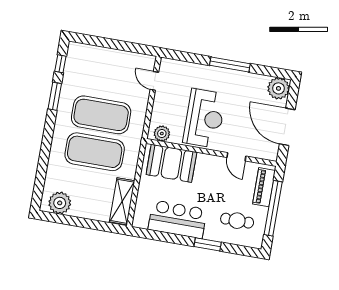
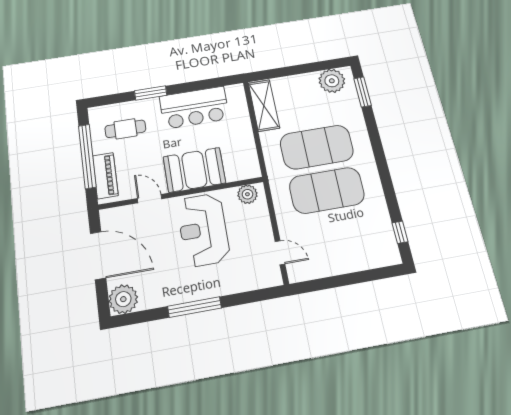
window: (55, 96) -> (363, 92), moved
booth: (171, 163) -> (194, 170), moved

